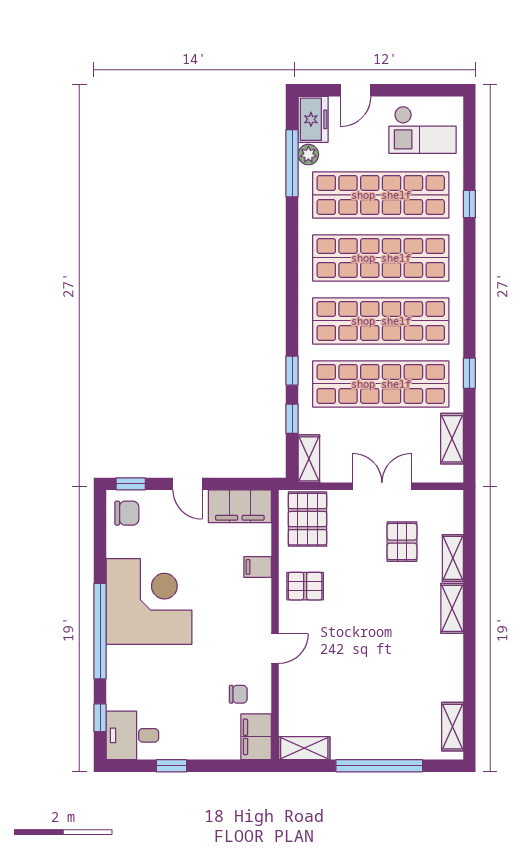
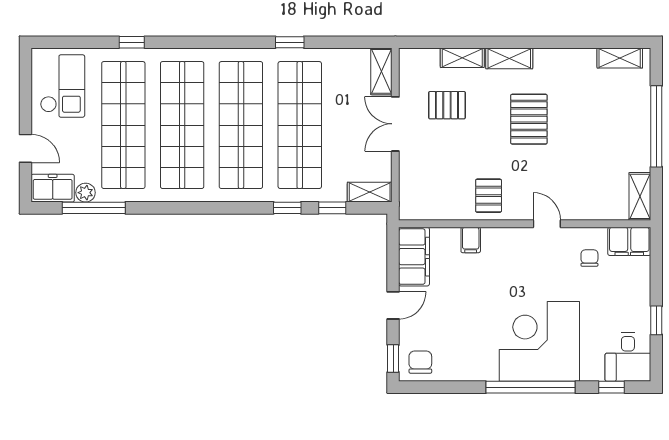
shelving: (452, 439) -> (381, 71), moved, turned 90
pallet: (307, 519) -> (529, 119), moved, turned 90
corner desk: (149, 602) -> (539, 341), moved

